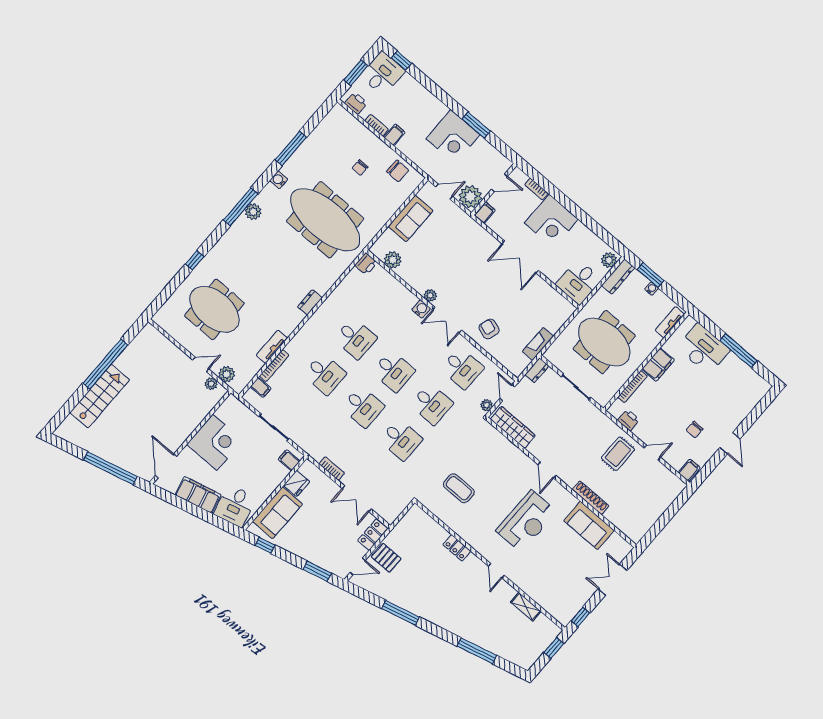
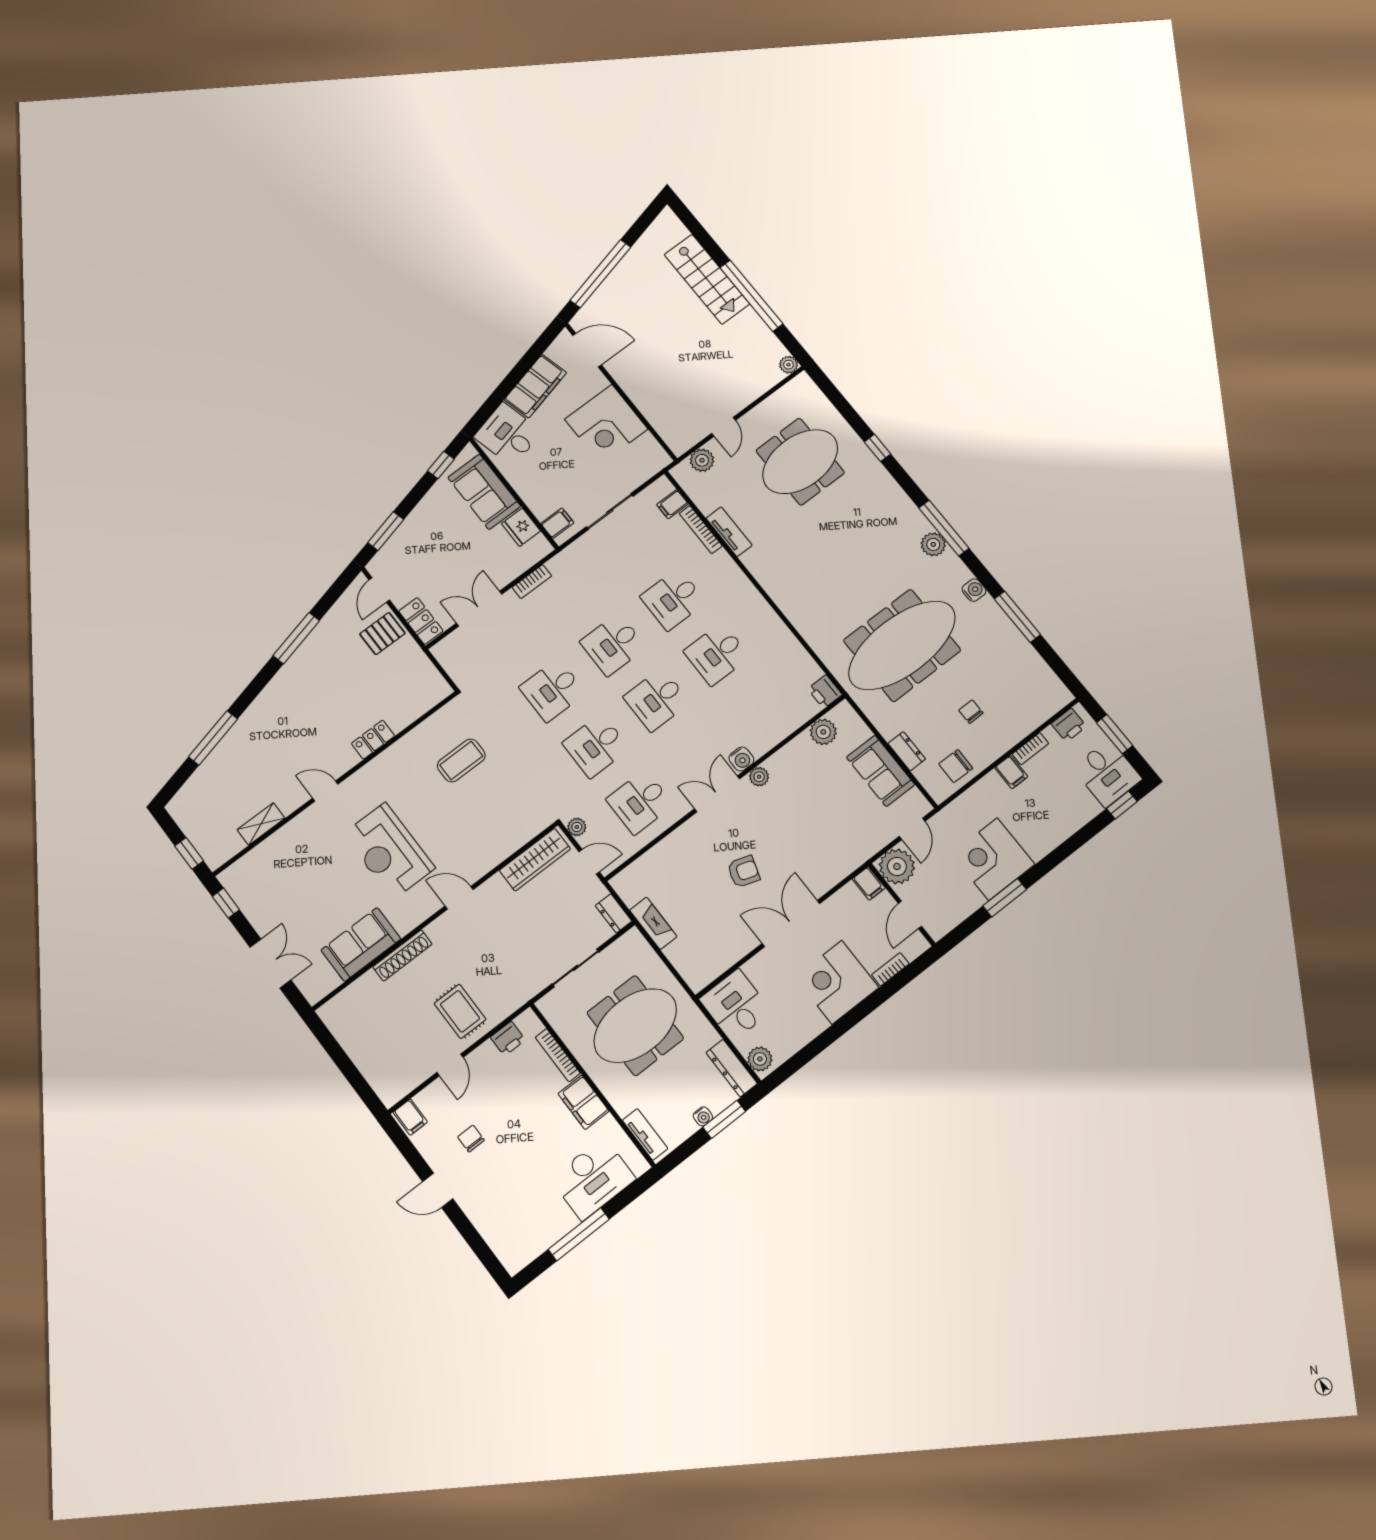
dresser: (310, 302) -> (907, 751), moved
armchair: (489, 329) -> (744, 872), moved
plant: (211, 384) -> (789, 365), moved

